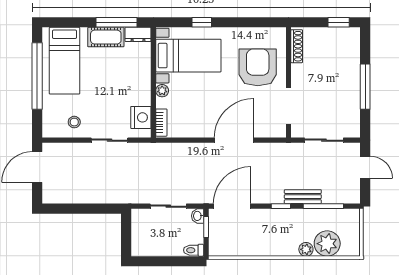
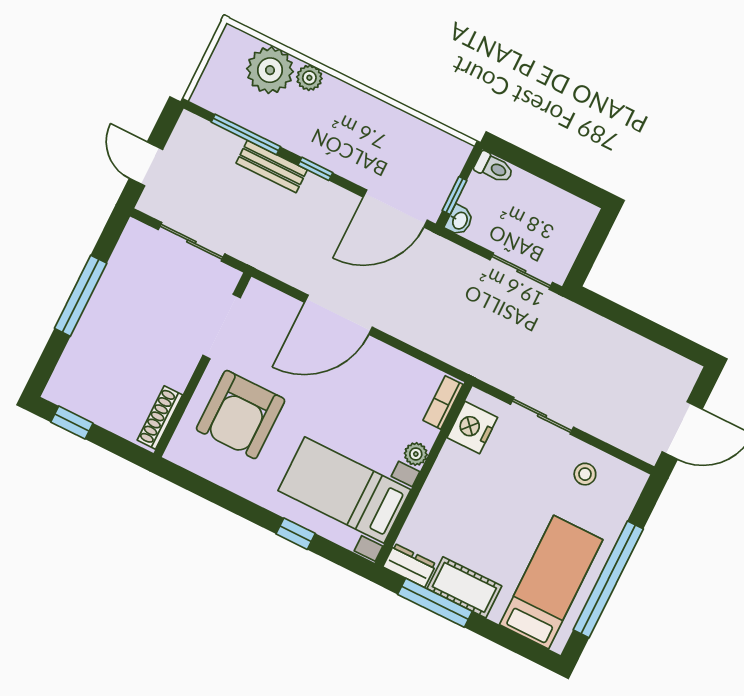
sliding door: (168, 206) -> (521, 271), moved

